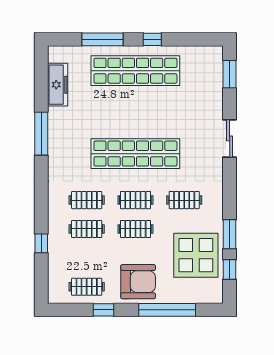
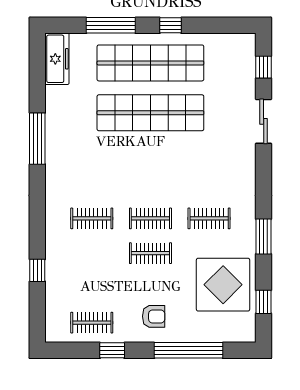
window: (230, 74) -> (264, 67), width x0.67
freezer: (58, 85) -> (57, 59), moved
sliding door: (230, 138) -> (264, 121), moved
shop shelf: (135, 154) -> (150, 113), moved
clothes rail: (87, 229) -> (92, 253), removed
window: (230, 234) -> (264, 237), moved
armchair: (138, 282) -> (154, 316), width x0.53, depth x0.53

